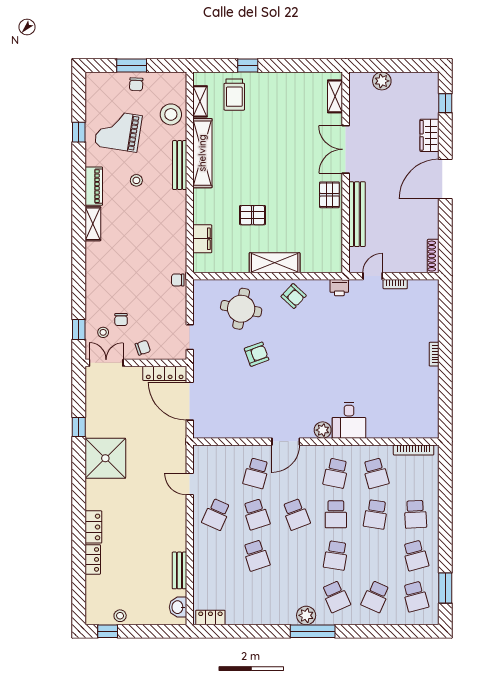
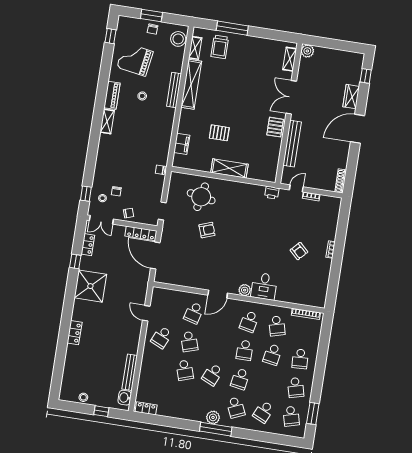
window: (248, 65) -> (232, 28), width x2.17
plant: (382, 81) -> (307, 51), moved
stool: (171, 114) -> (178, 39), moved
window: (79, 132) -> (111, 36), moved
armchair: (294, 296) -> (299, 251), moved
double door: (106, 363) -> (101, 220), swing flipped
school desk: (296, 514) -> (212, 374), moved, turned 45
locker: (93, 559) -> (88, 245), moved
bench: (179, 570) -> (130, 372), width x1.36
window: (108, 631) -> (101, 411), moved

